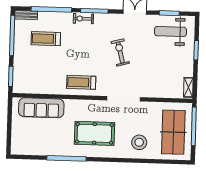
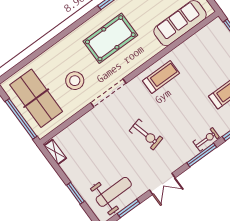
stool: (139, 142) -> (75, 81), moved

